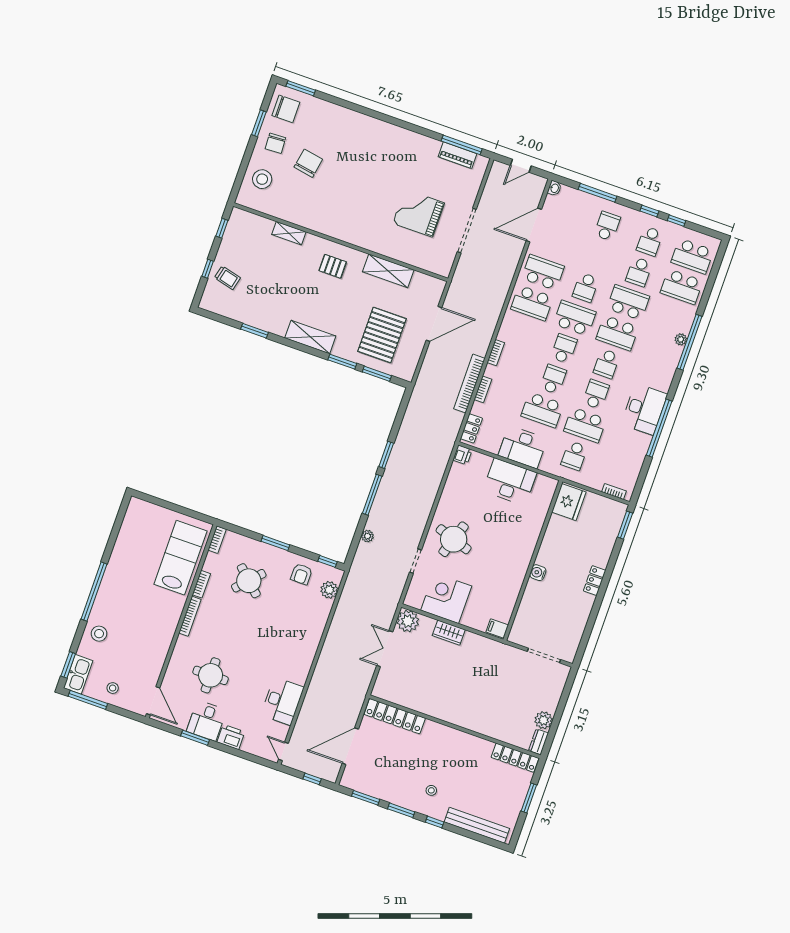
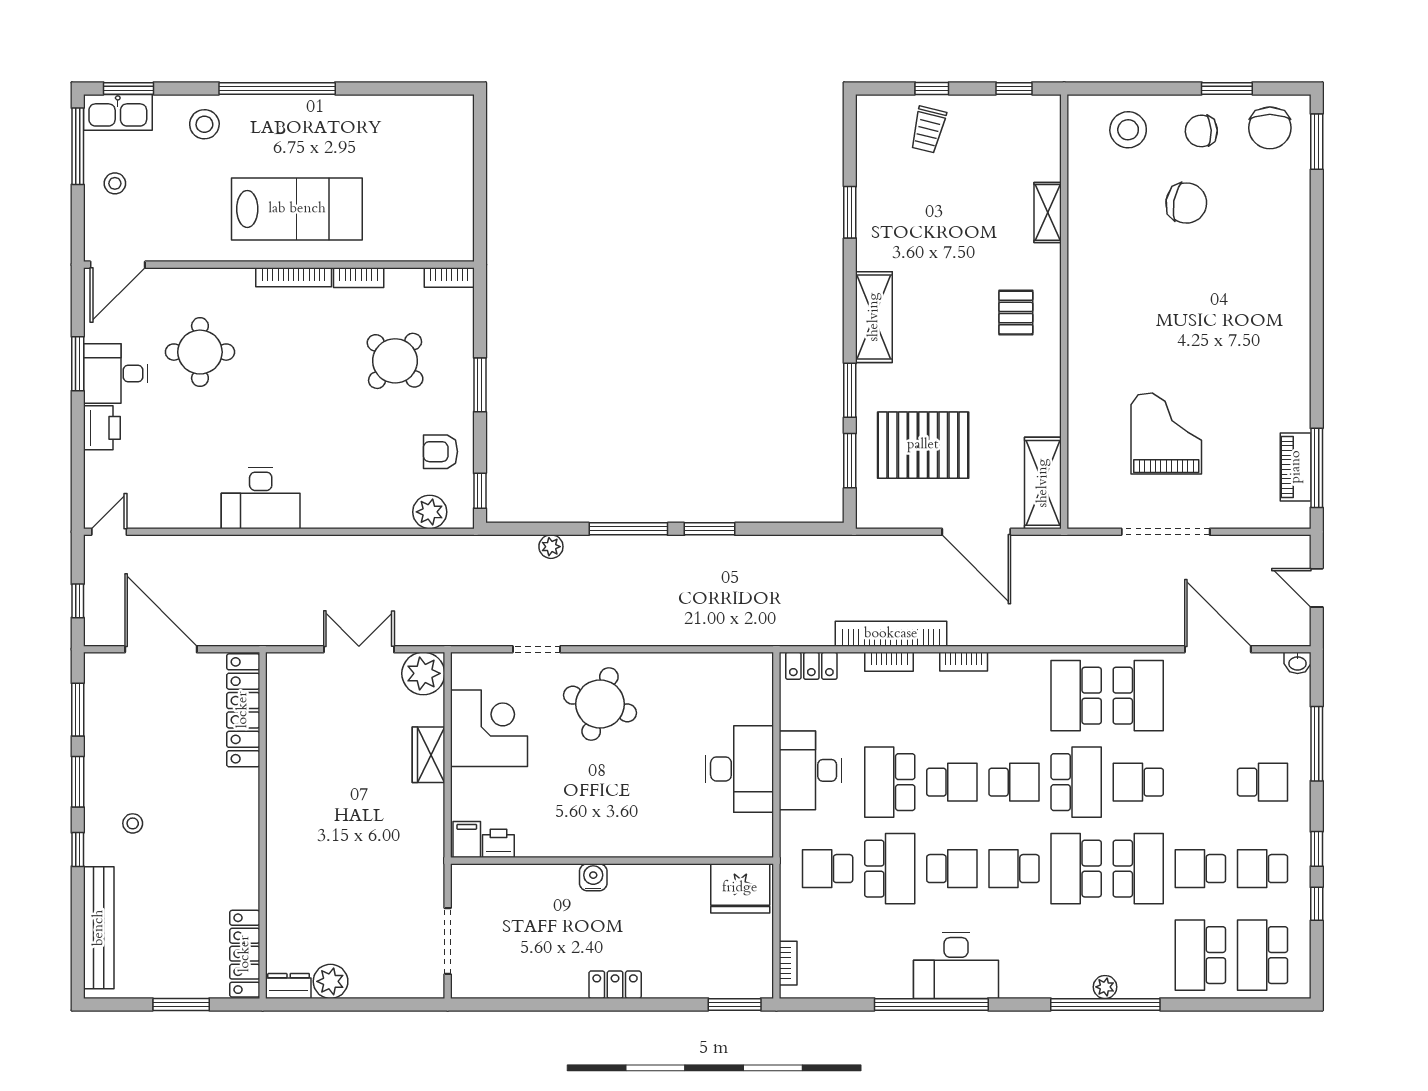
shelving: (388, 271) -> (1043, 483), moved
school desk: (585, 425) -> (890, 869), turned 180
printer: (462, 455) -> (498, 843), moved, turned 180
lab bench: (180, 558) -> (297, 209), moved
desk: (282, 701) -> (261, 498), moved

